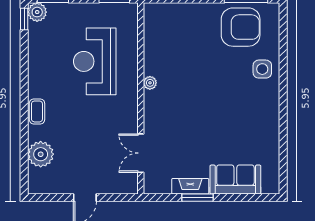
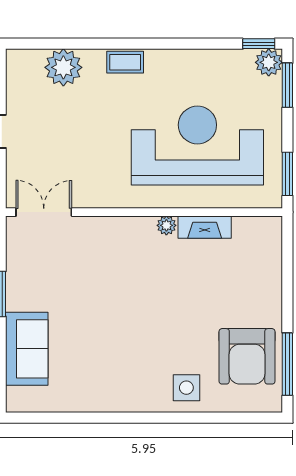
reception desk: (95, 61) -> (197, 146), width x1.36, depth x1.30
double door: (141, 153) -> (44, 212), moved
fireplace: (190, 186) -> (205, 227), moved, turned 90

